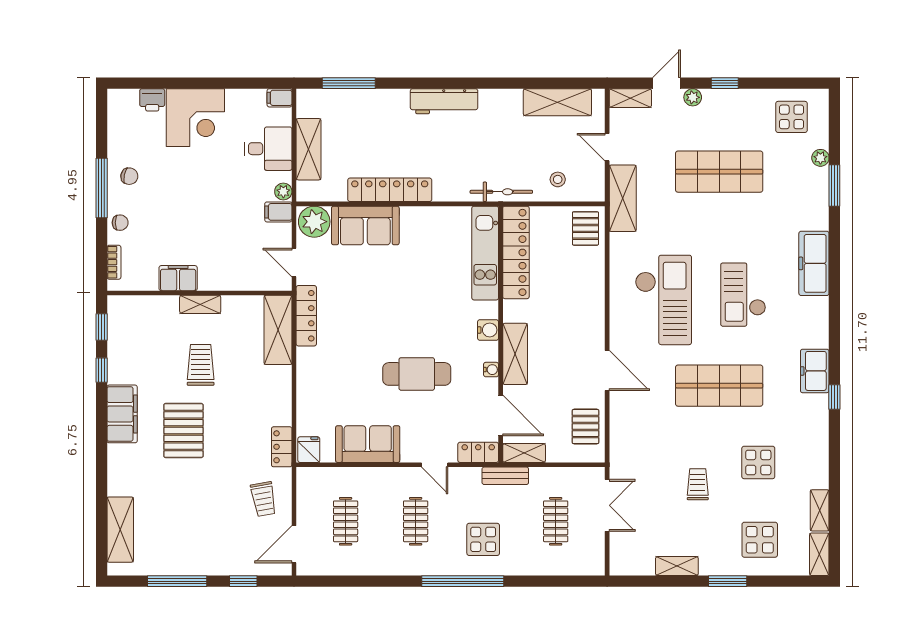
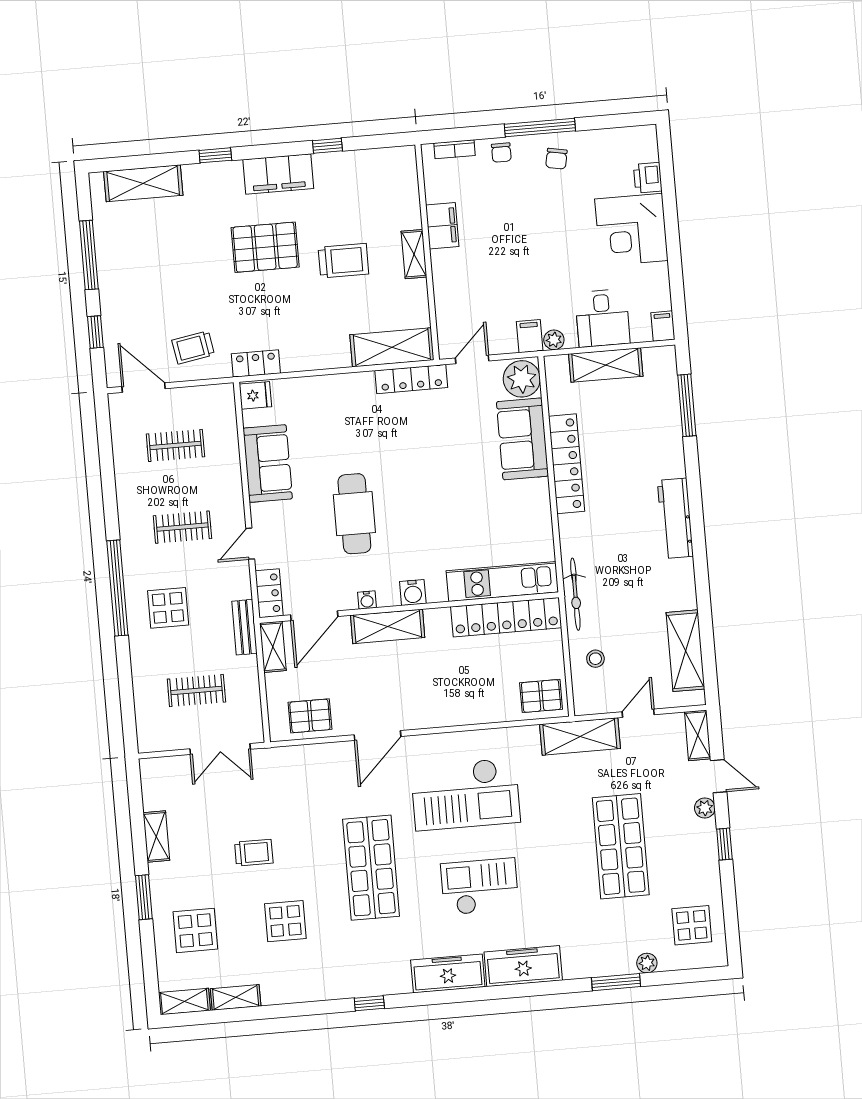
window: (102, 327) -> (215, 155), moved
freezer: (815, 371) -> (448, 973), moved, width x1.40

